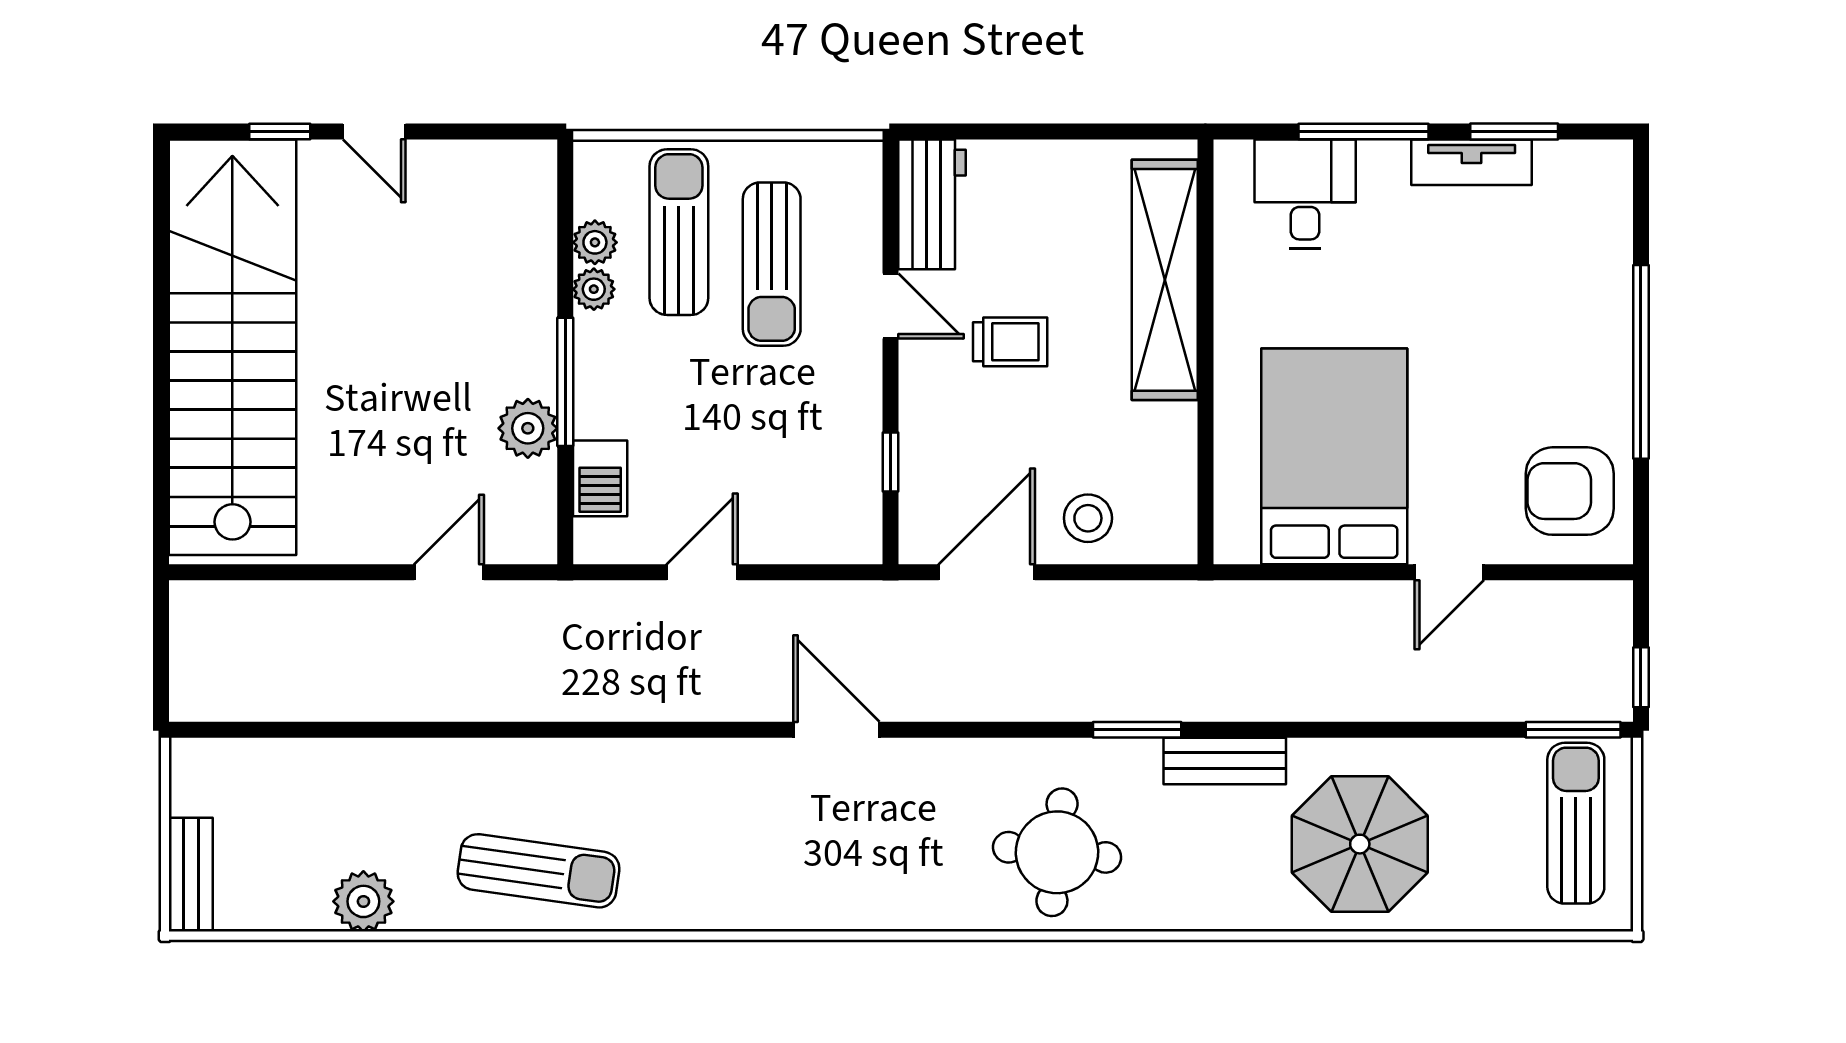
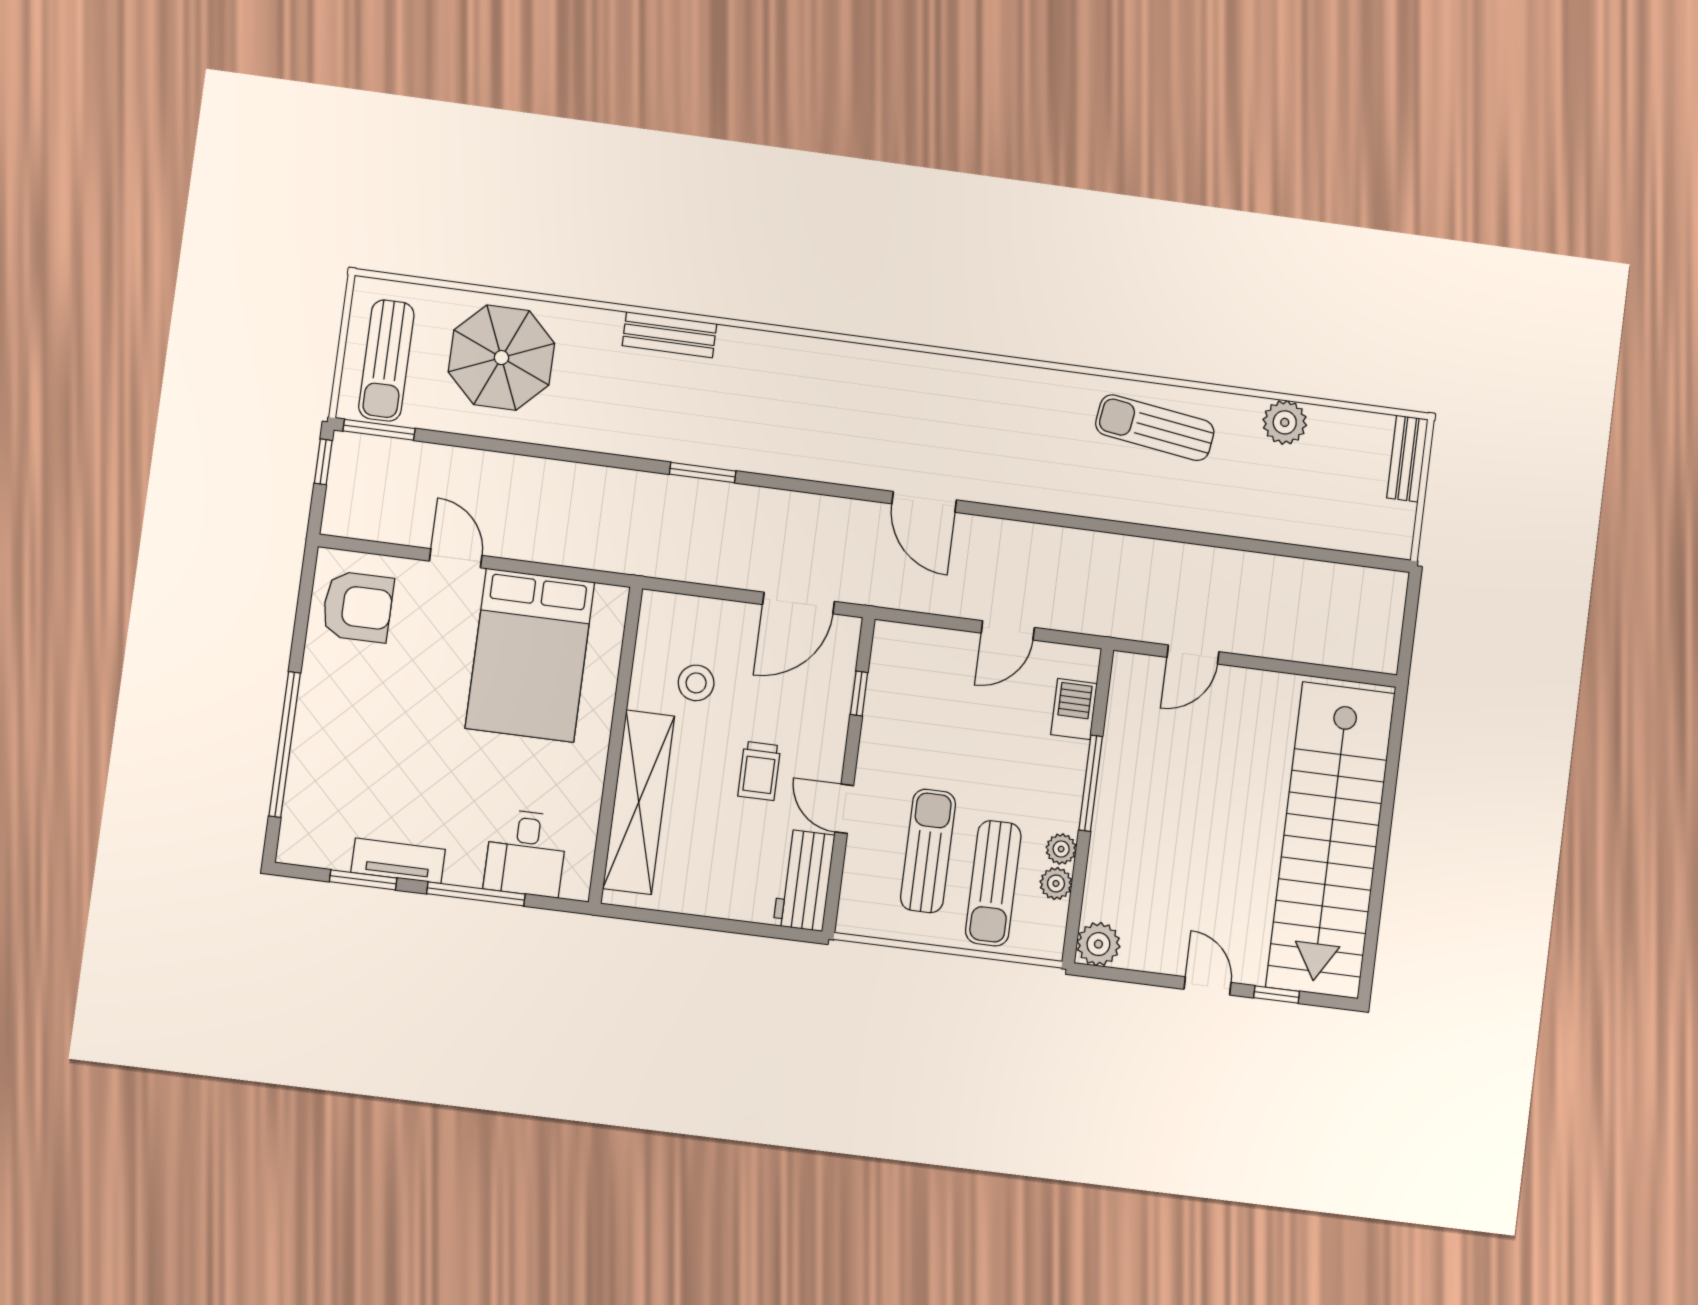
trolley: (1010, 342) -> (759, 771), turned -90
window: (1641, 362) -> (285, 744), moved
plant: (528, 428) -> (1098, 944), moved
stool: (1088, 518) -> (696, 683), moved
door: (1449, 572) -> (456, 558), hinge flipped
bench: (1225, 761) -> (669, 335), moved
parasol: (1360, 844) -> (501, 358), moved
round table: (1057, 852) -> (773, 390), removed

